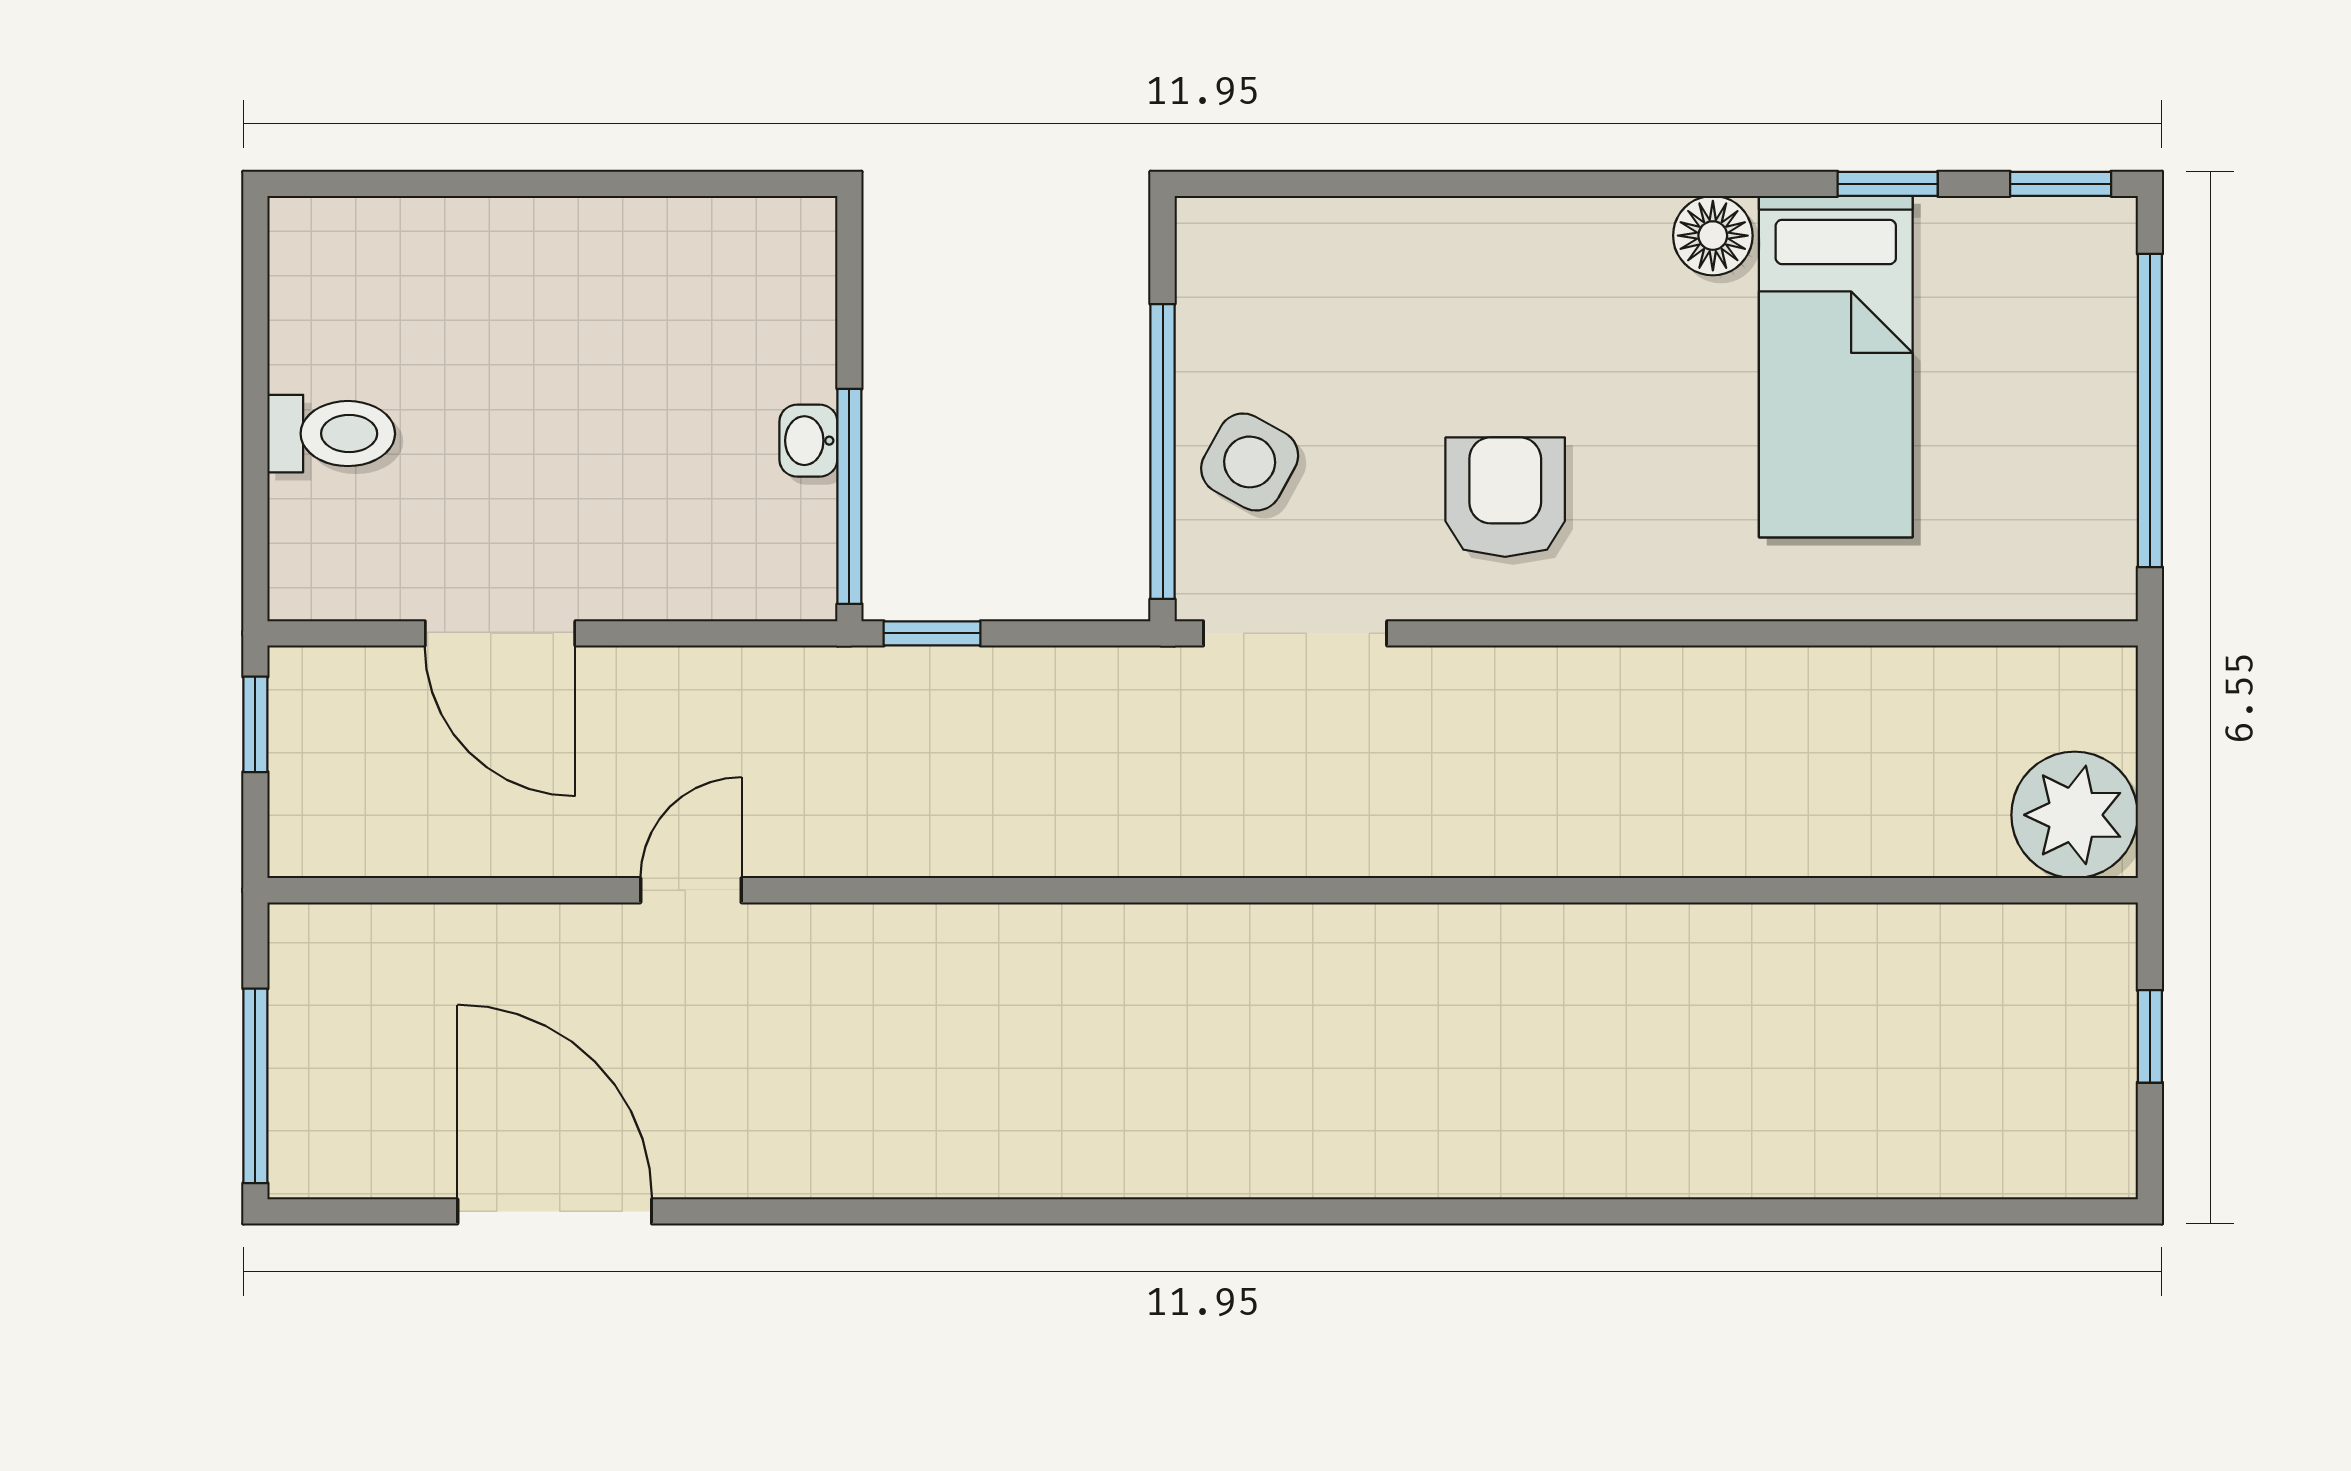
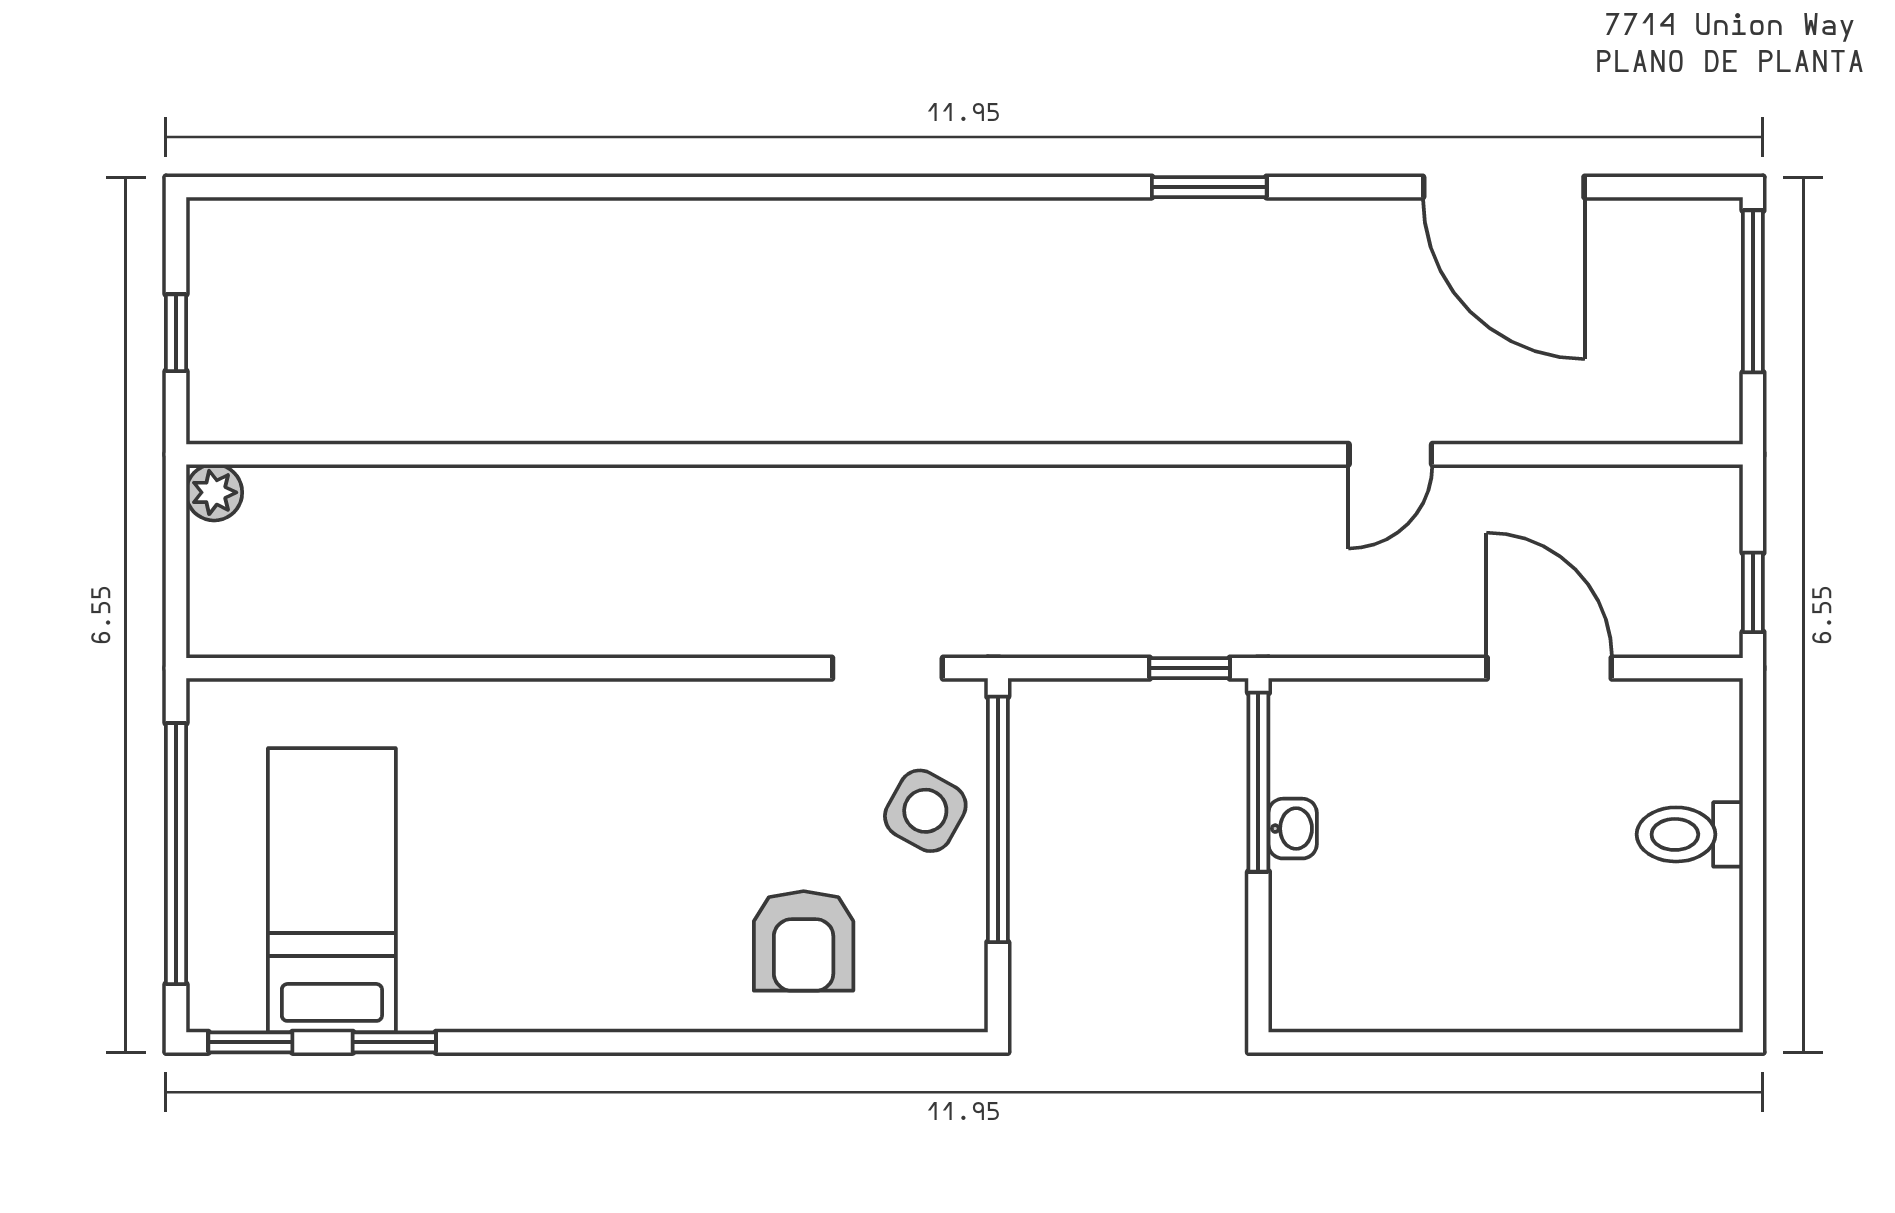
floor lamp: (1713, 236) -> (540, 999), removed
bed: (1836, 367) -> (332, 890), moved
armchair: (1505, 497) -> (804, 941), moved
doorway: (1295, 633) -> (887, 668), width x0.73
plant: (2075, 815) -> (214, 492), width x0.53, depth x0.53
window: (909, 1211) -> (1209, 187), added

